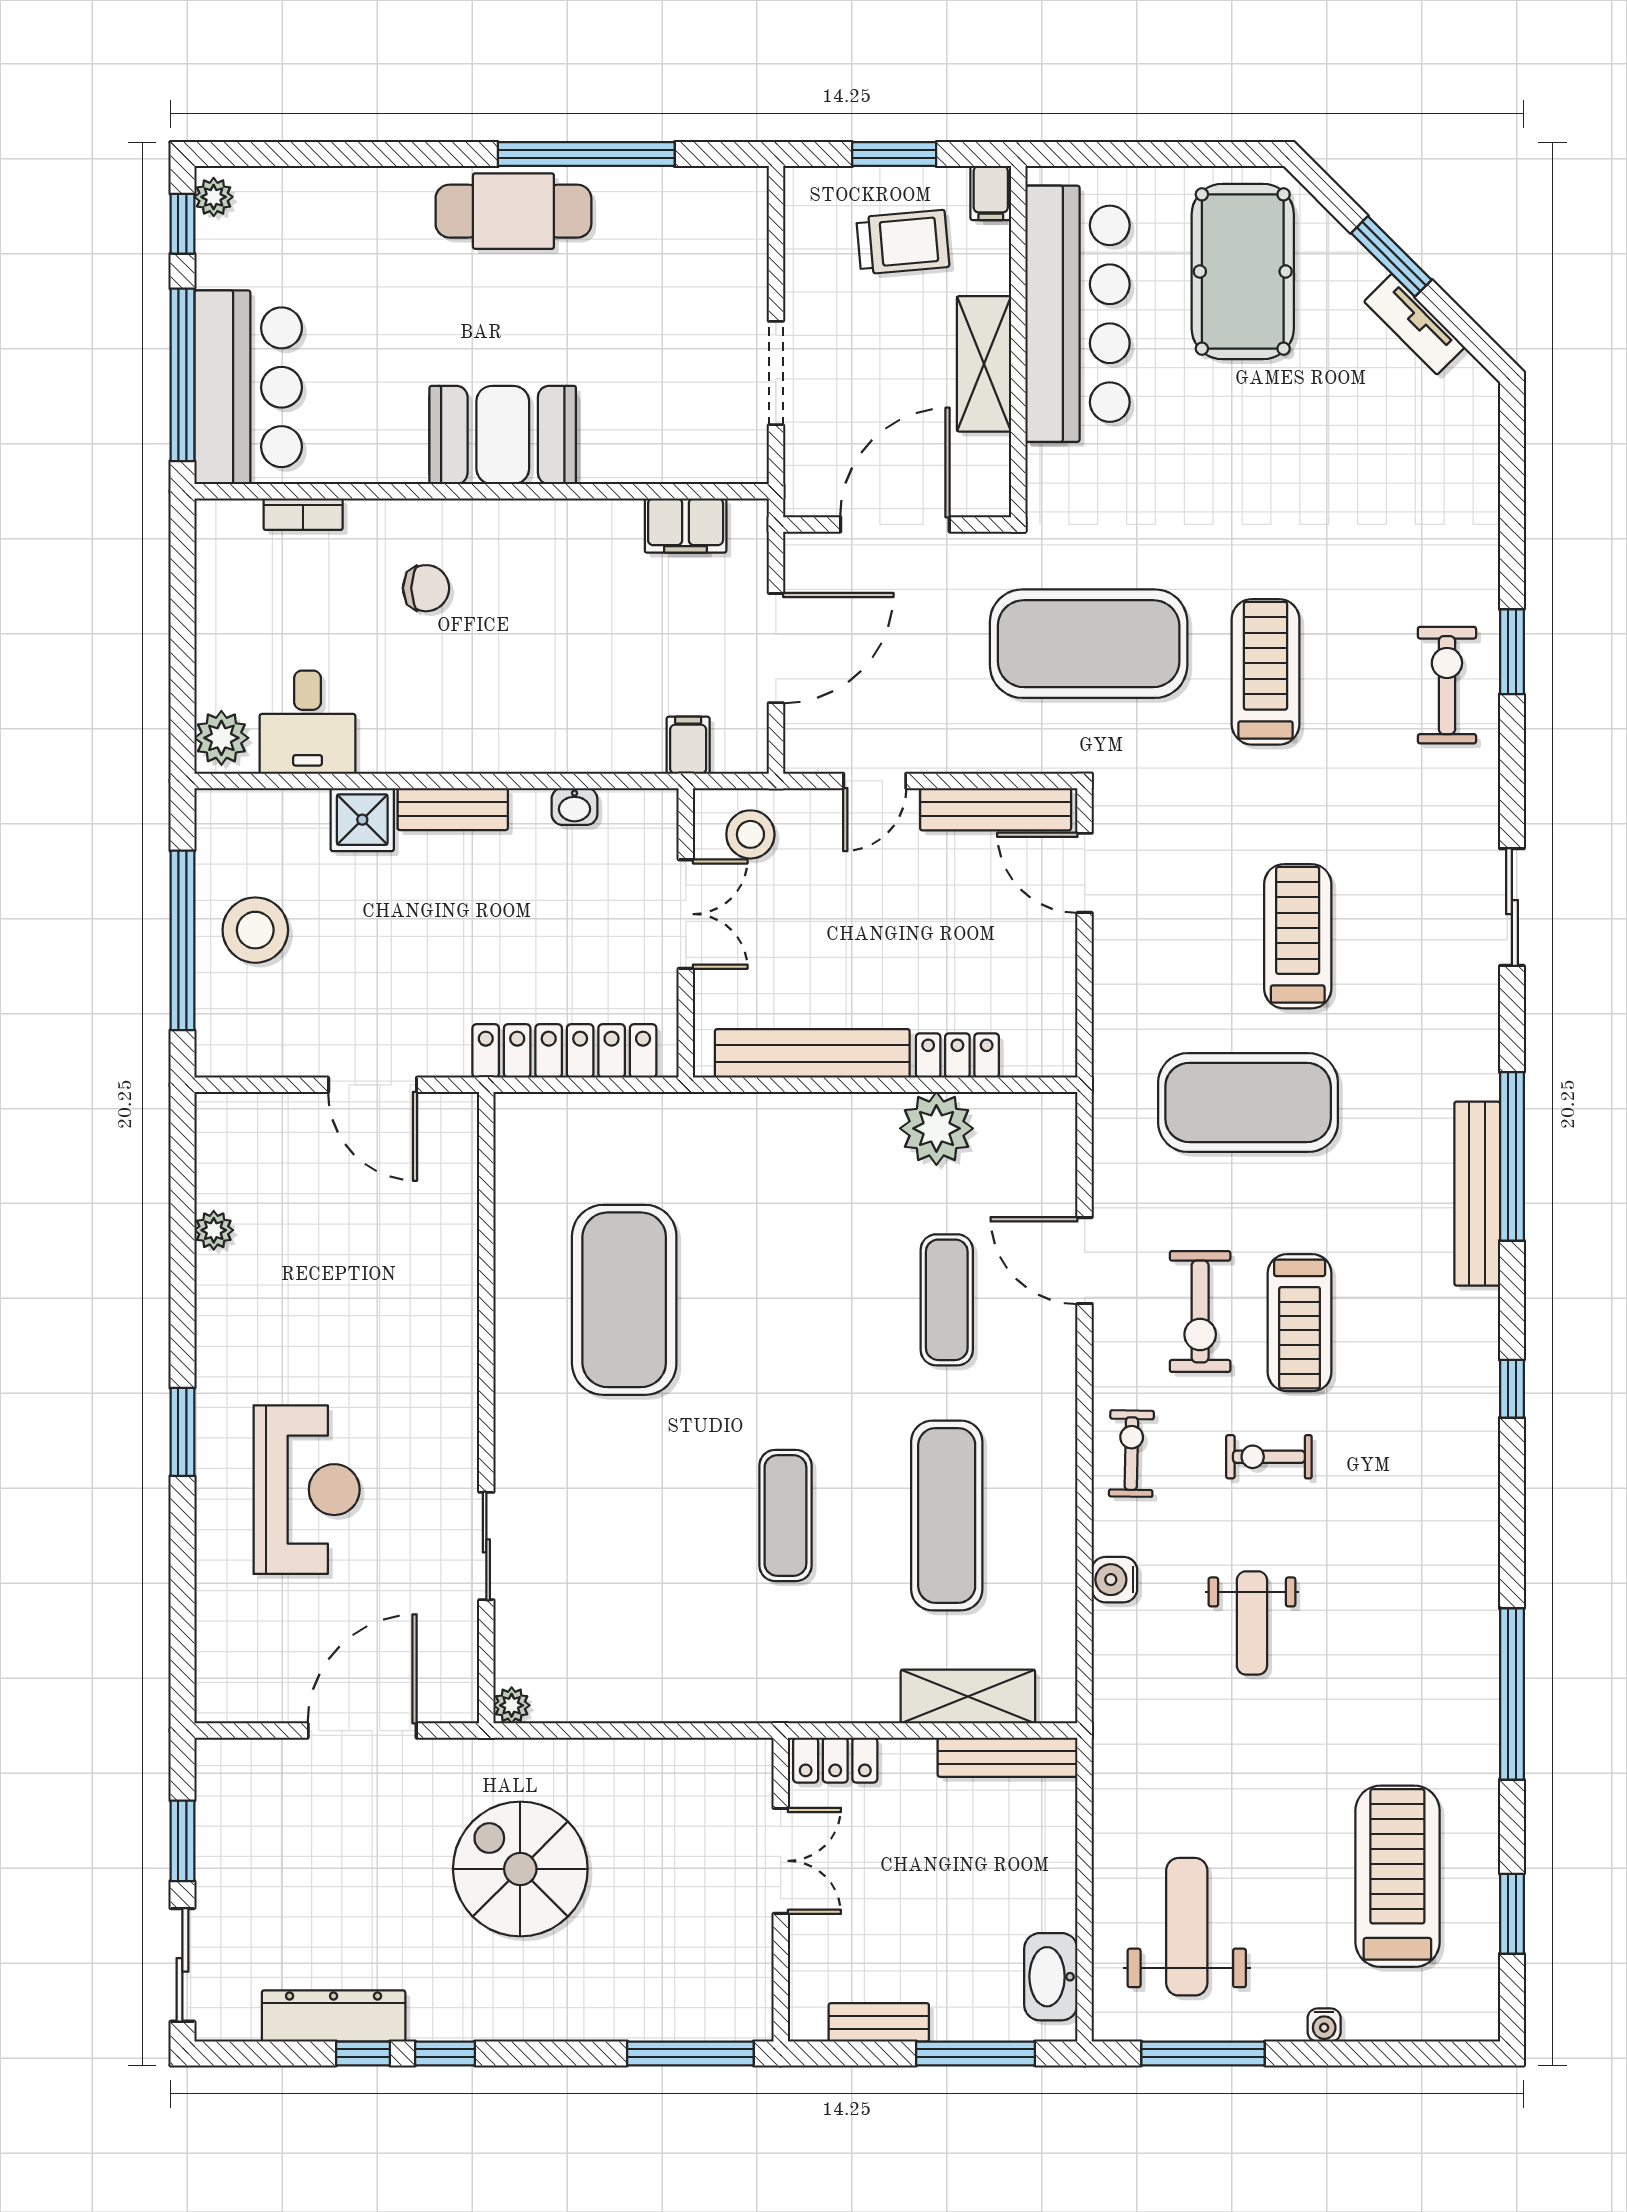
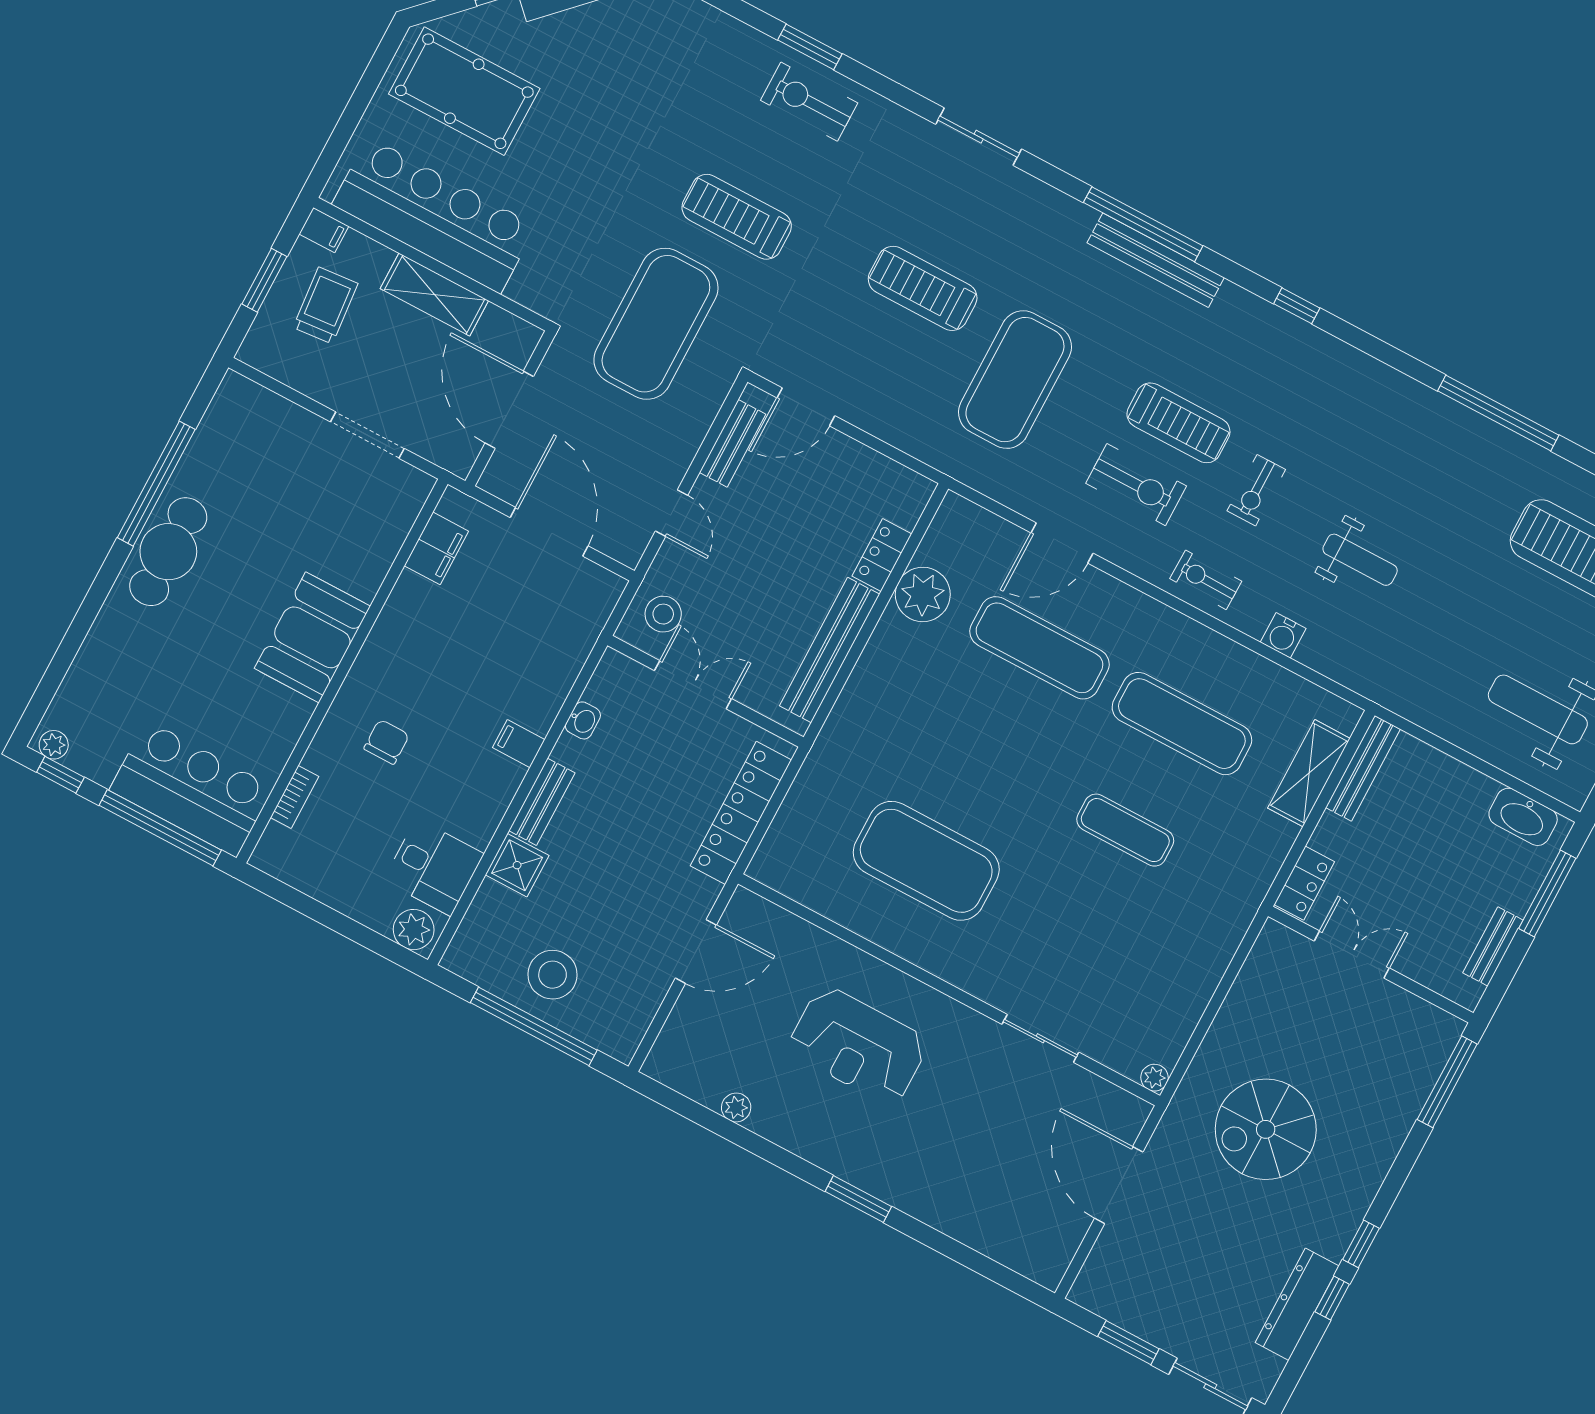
filing cabinet: (688, 745) -> (519, 744), moved
bench: (996, 809) -> (733, 443), width x0.73
exercise mat: (947, 1300) -> (1039, 648), width x1.36, depth x1.45
reception desk: (307, 1490) -> (858, 1045), moved, turned 180

